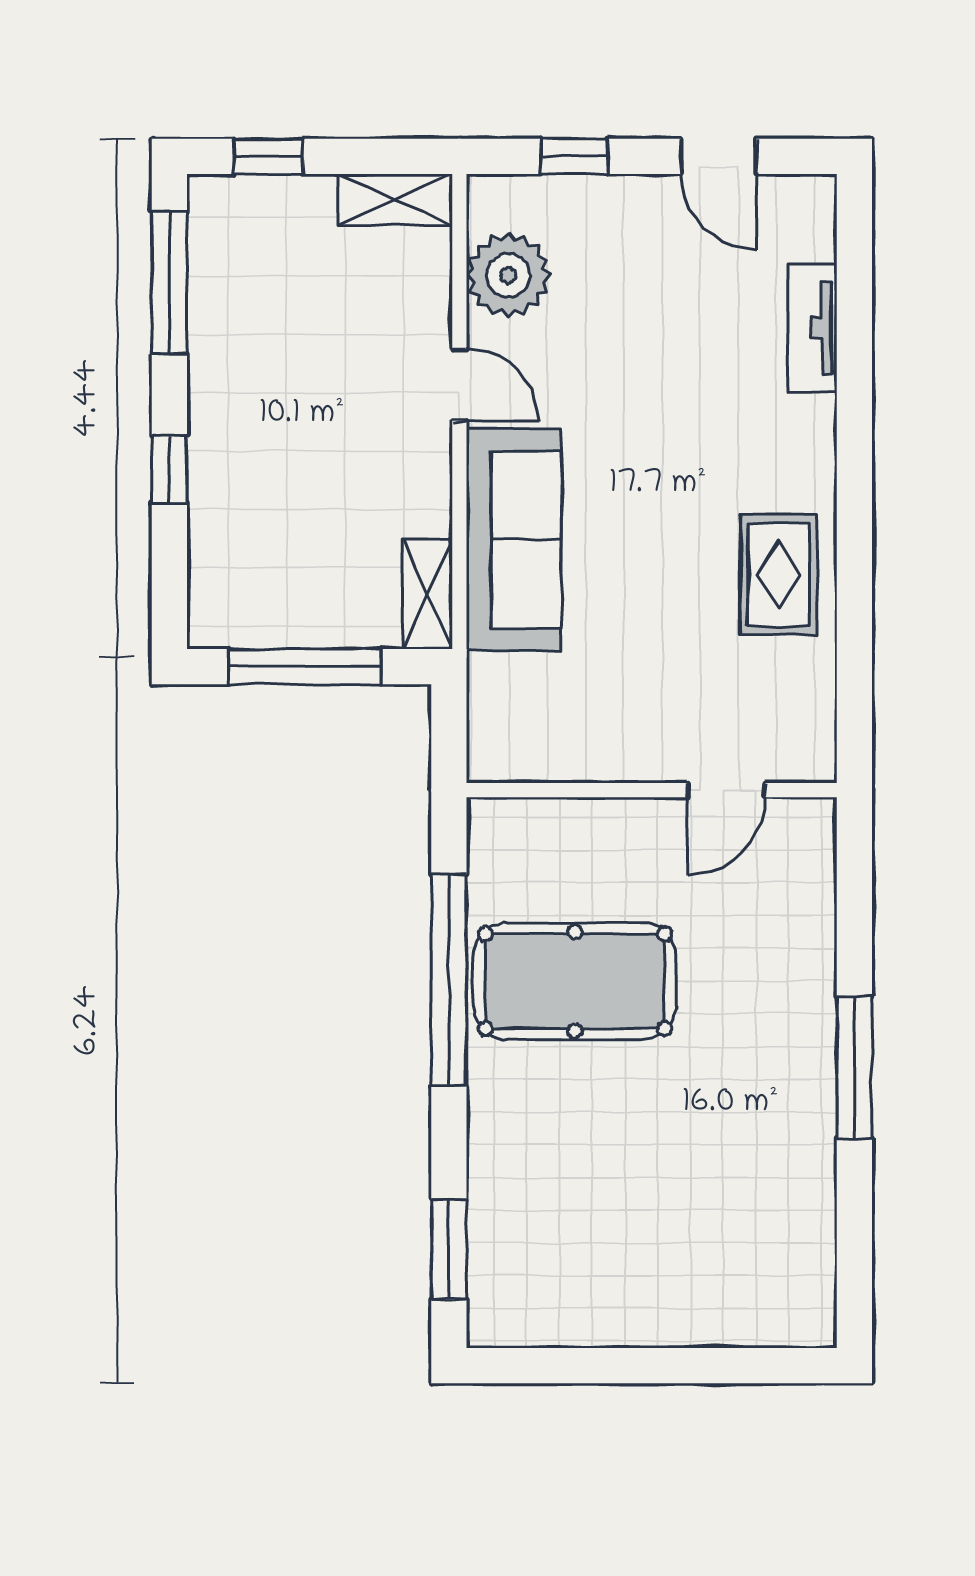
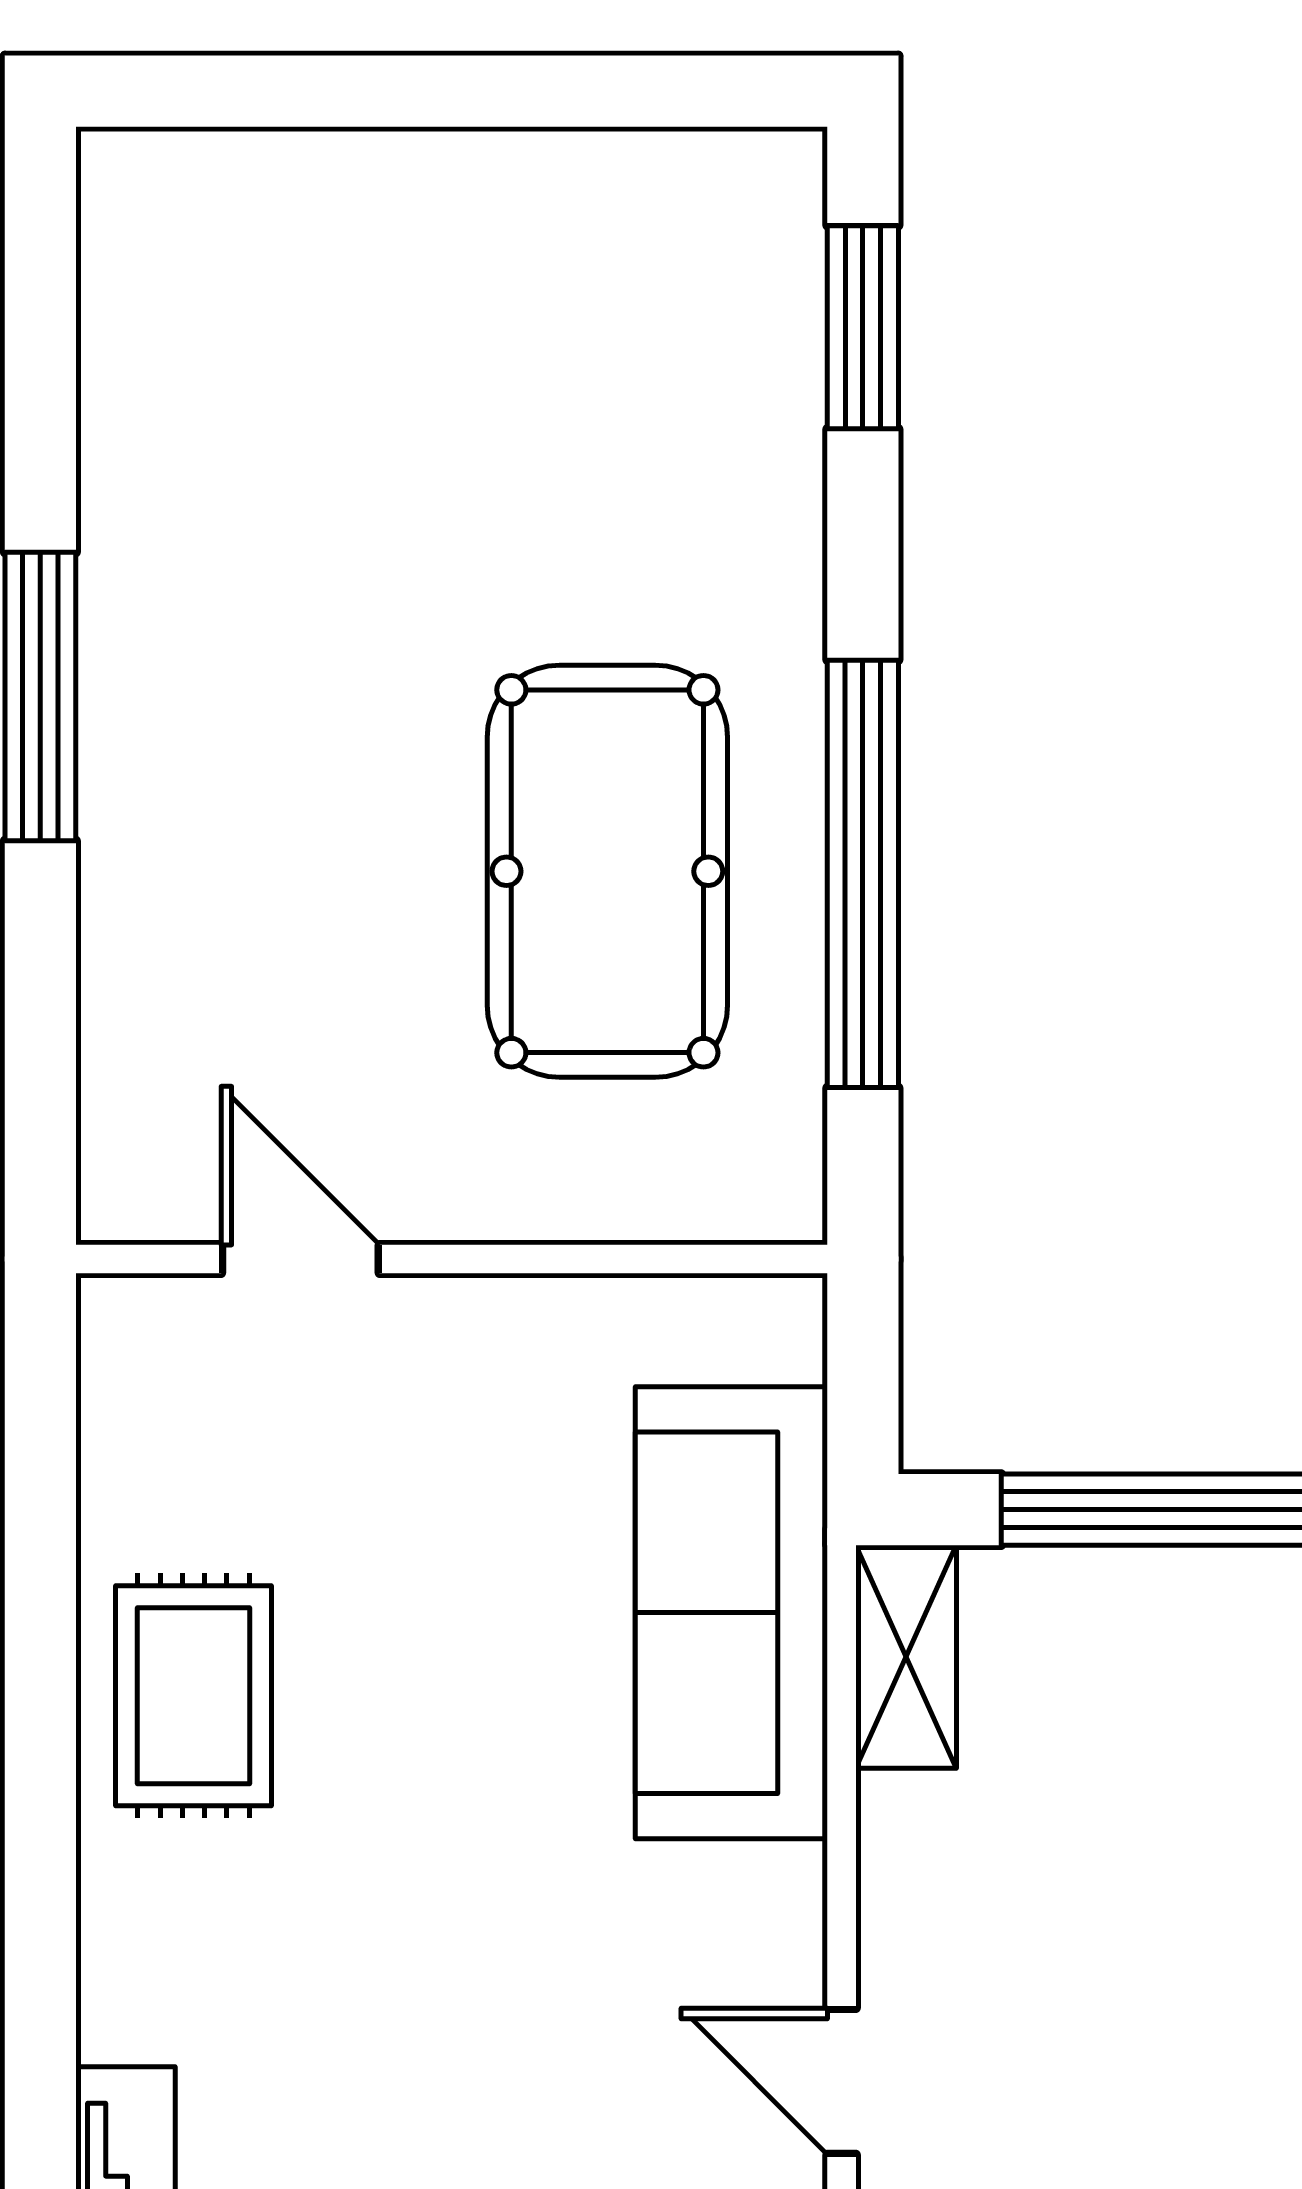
sofa: (514, 539) -> (731, 1613), moved
door: (726, 790) -> (300, 1259), hinge flipped
pool table: (575, 981) -> (607, 871), turned 90

